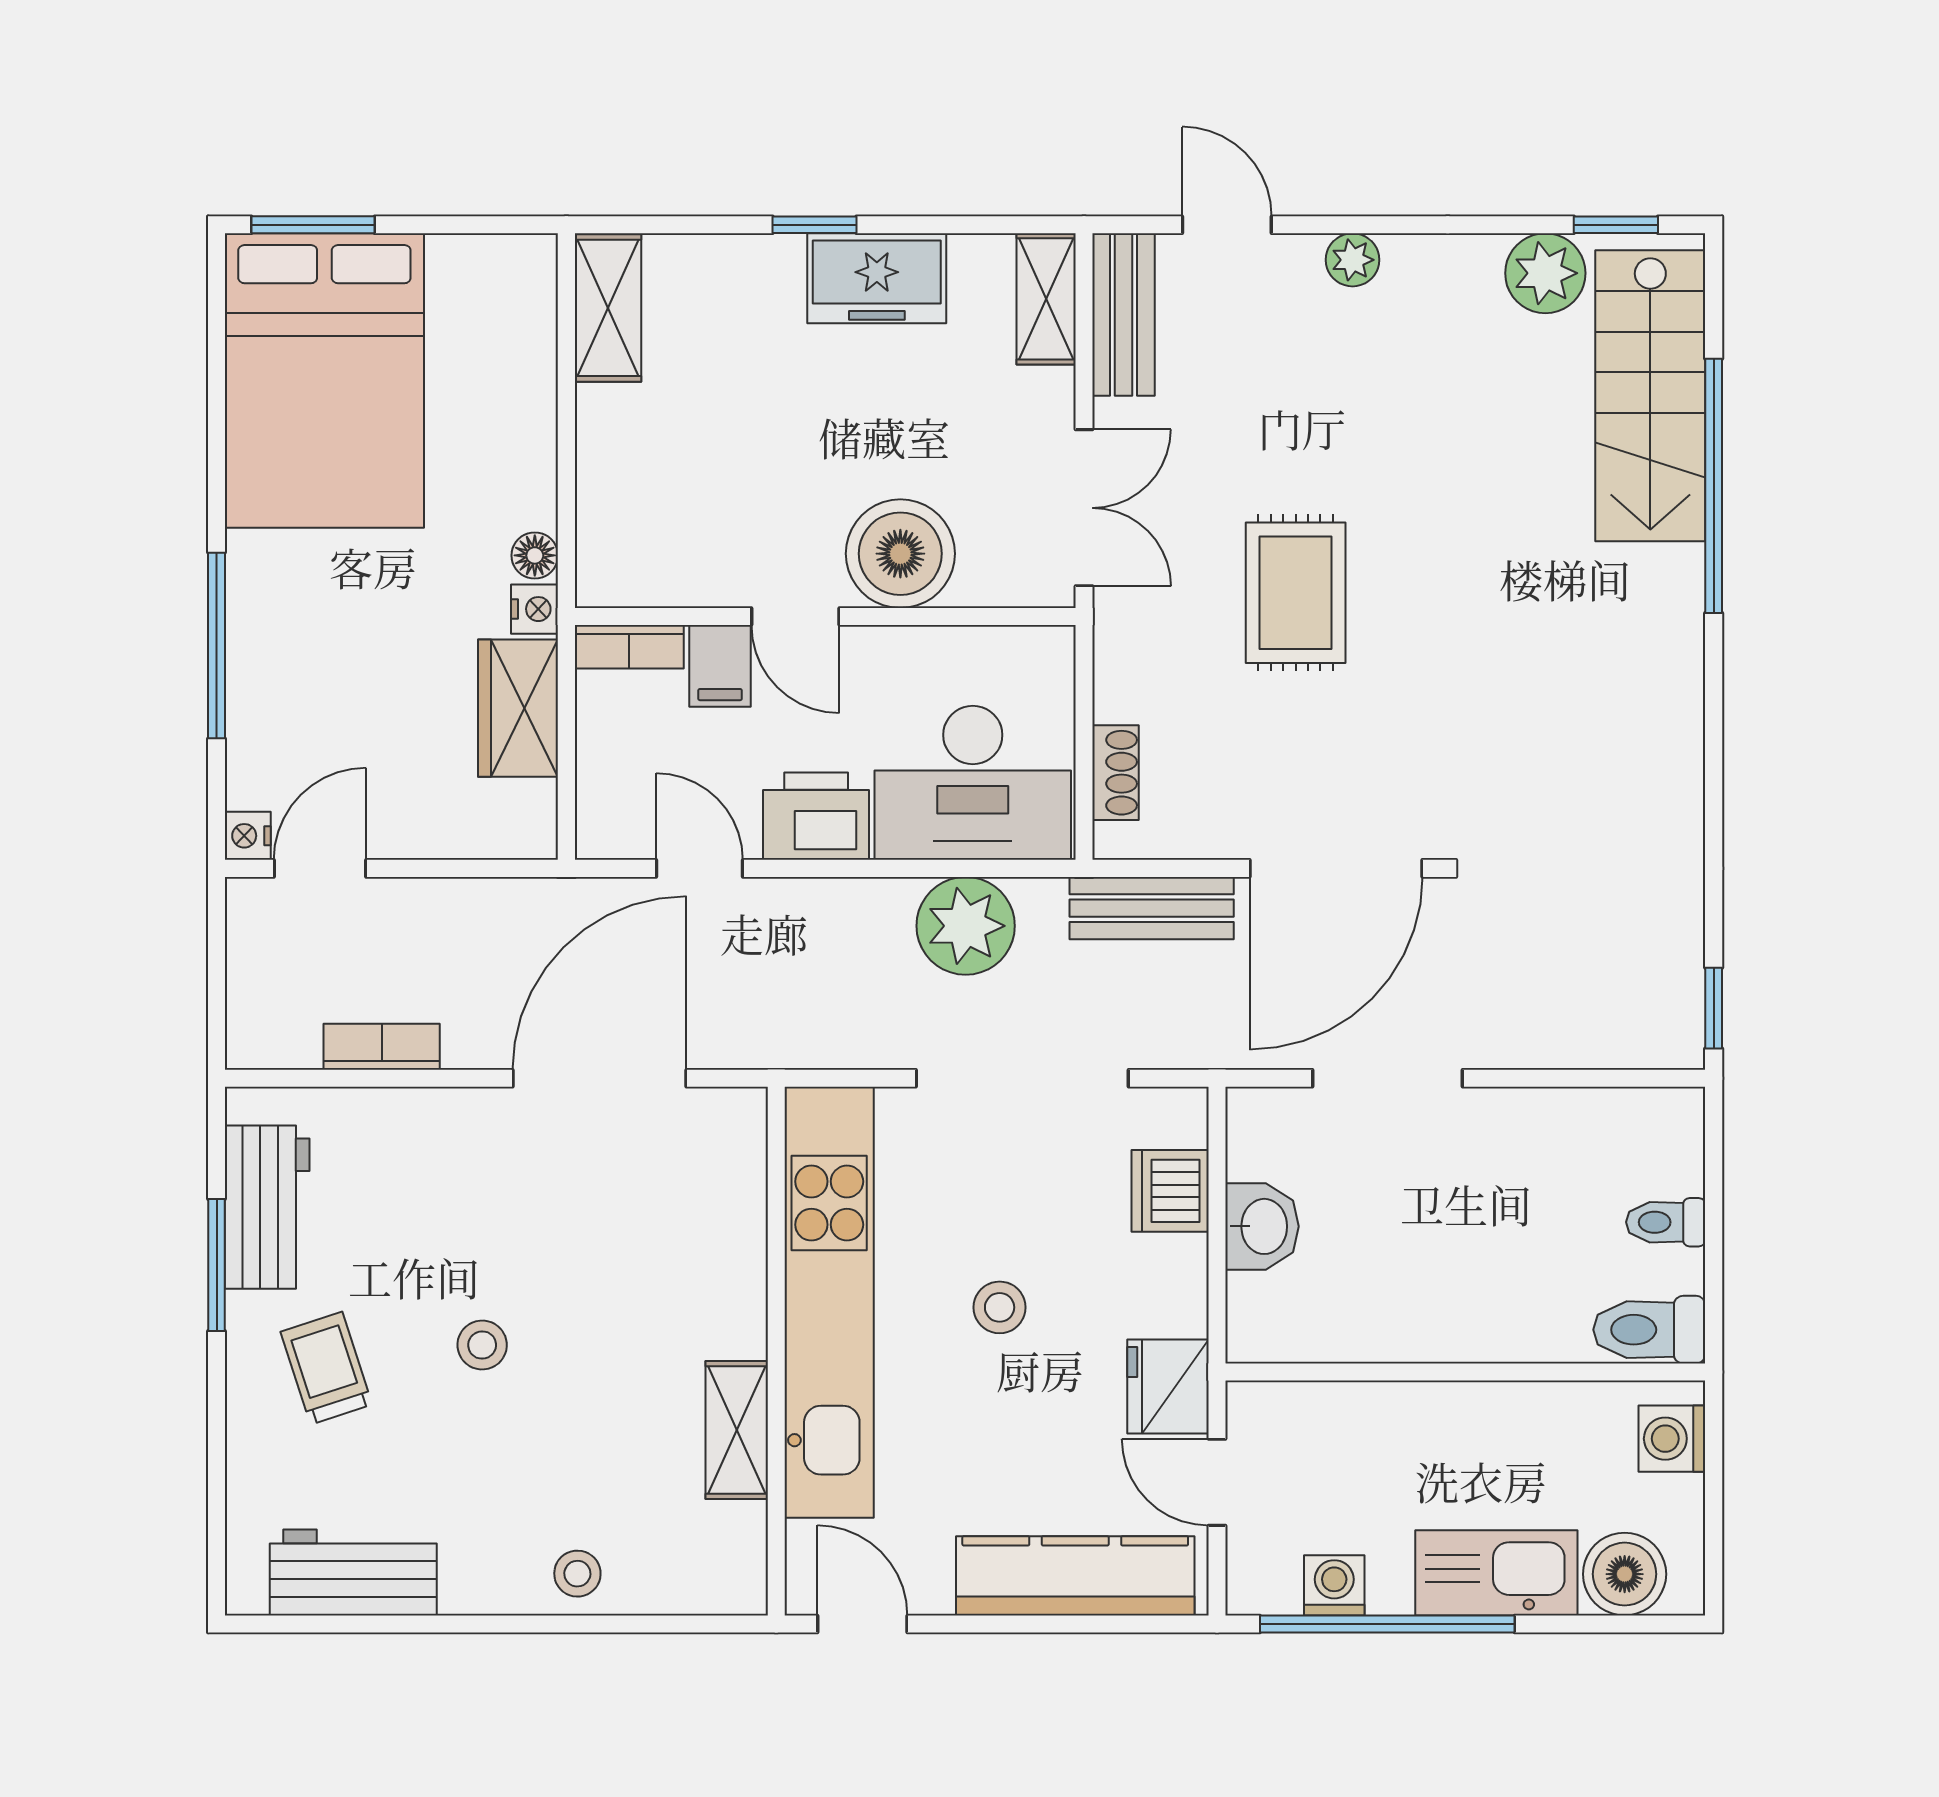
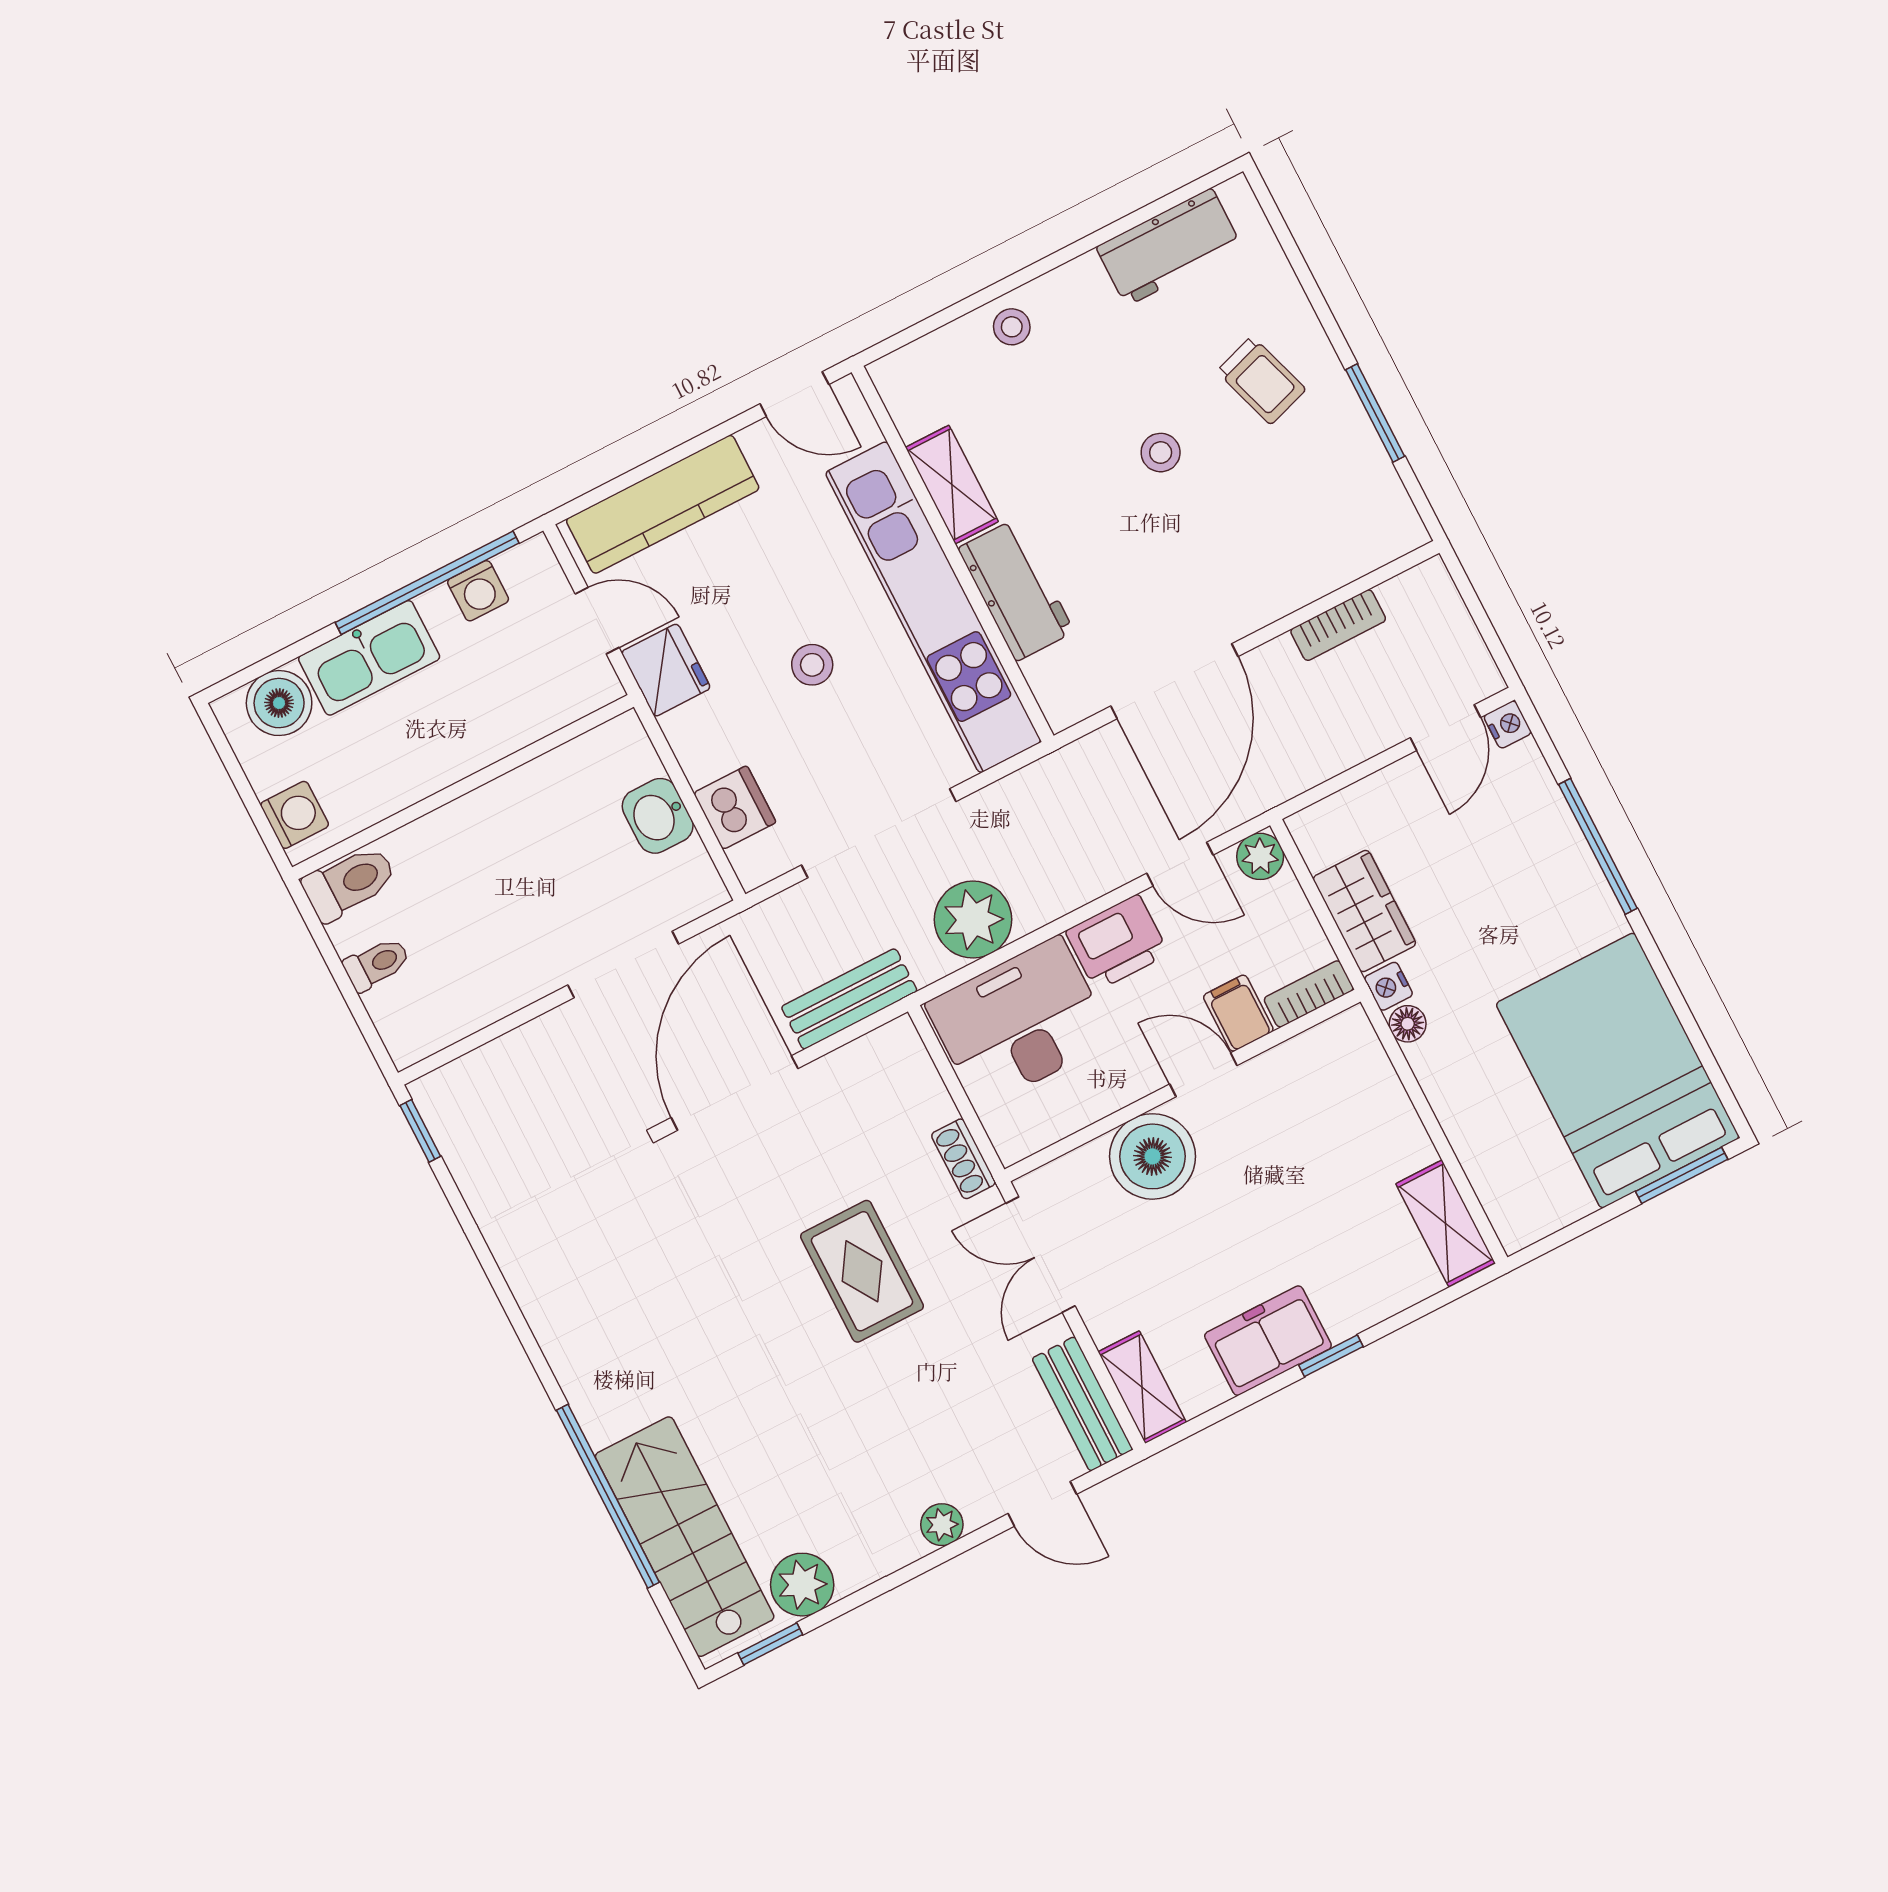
shoe rack: (1116, 773) -> (963, 1159), moved
plant: (604, 830) -> (1260, 856), added
workbench: (267, 1207) -> (1016, 590), moved, turned 180

